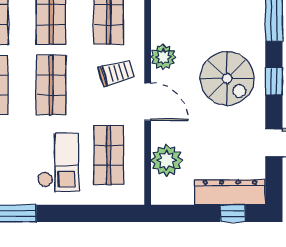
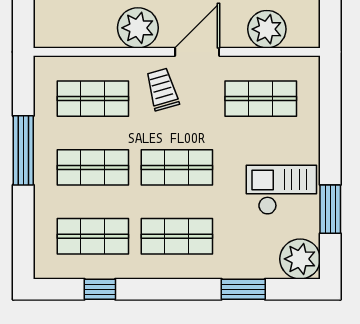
plant: (163, 57) -> (138, 28), width x1.36, depth x1.36
checkout: (58, 162) -> (281, 190), moved

